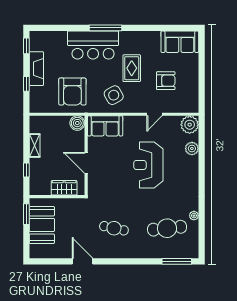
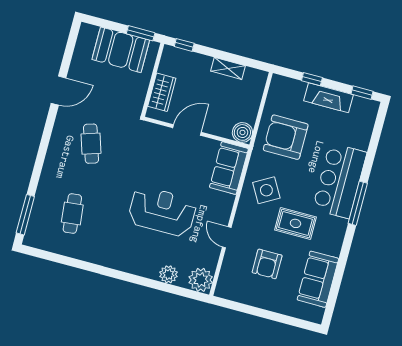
sofa: (180, 42) -> (318, 279), moved
window: (26, 170) -> (184, 45), moved
plant: (194, 216) -> (79, 253), removed
cafe table: (114, 228) -> (91, 144), turned -30
cafe table: (167, 228) -> (72, 214), width x0.73, depth x0.74

